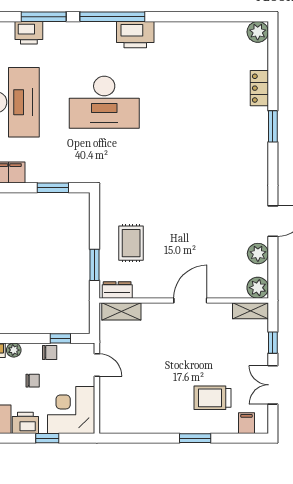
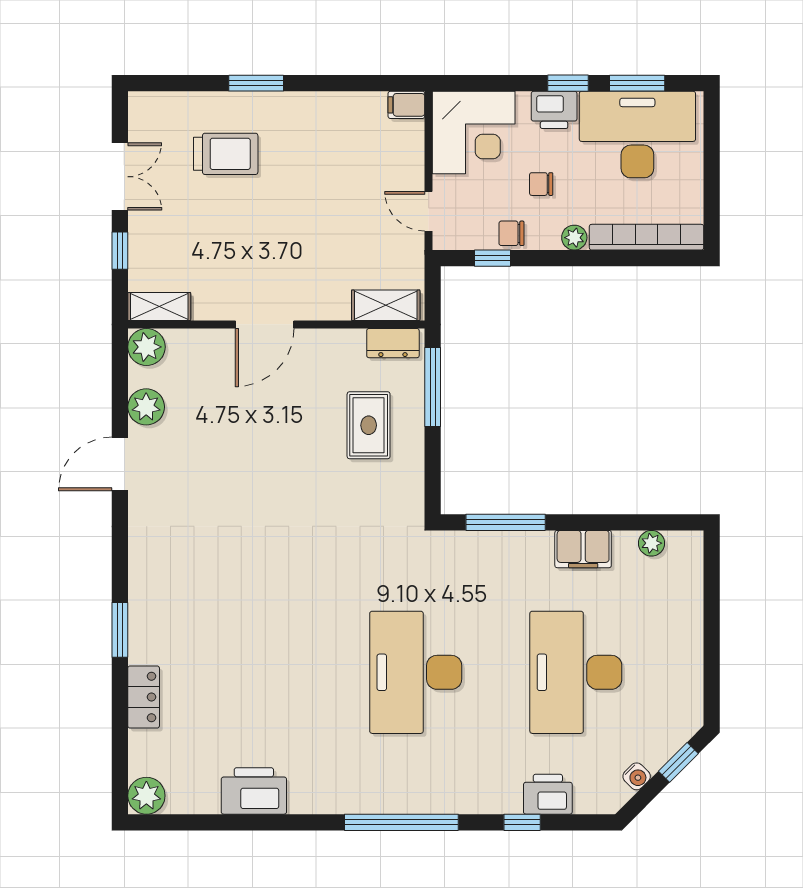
window: (44, 17) -> (522, 822), width x0.46
printer: (135, 35) -> (254, 791), moved
desk: (104, 102) -> (416, 672), turned -90
window: (53, 188) -> (506, 522), width x1.44
window: (95, 265) -> (433, 387), width x1.44
filing cabinet: (246, 423) -> (406, 105), moved, turned 90
window: (47, 438) -> (568, 83), moved

